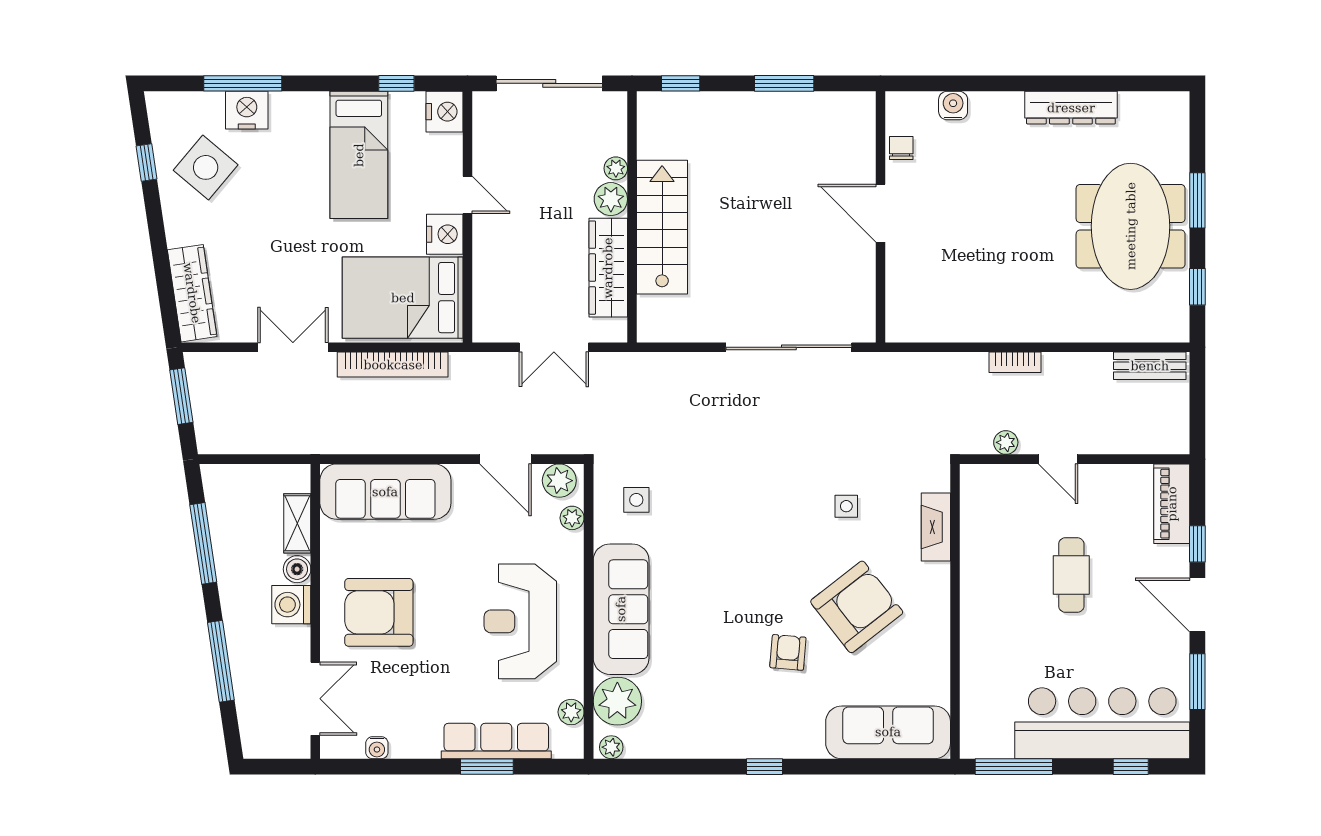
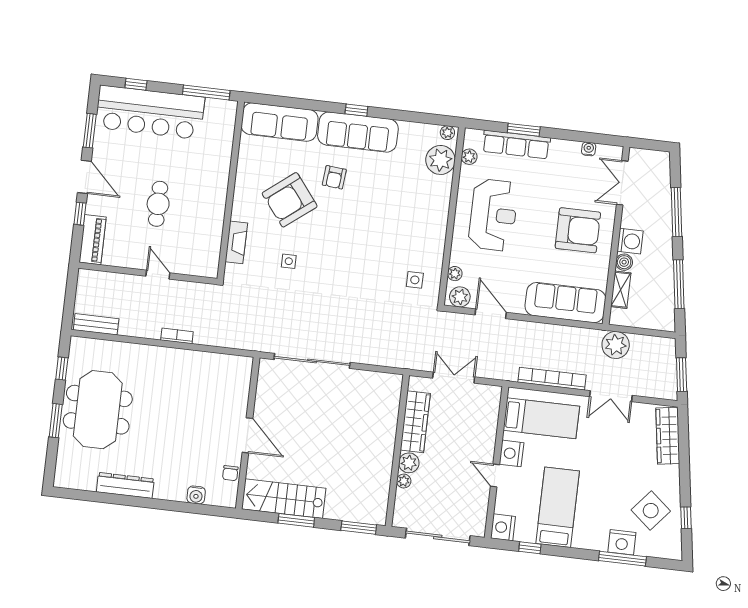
window: (681, 83) -> (359, 528), width x1.50
stairs: (662, 227) -> (284, 499), moved, turned 90
bed: (403, 298) -> (541, 418), width x0.67
plant: (1006, 442) -> (616, 345), moved, width x1.87, depth x1.87
sofa: (621, 609) -> (358, 132), moved, turned -90

